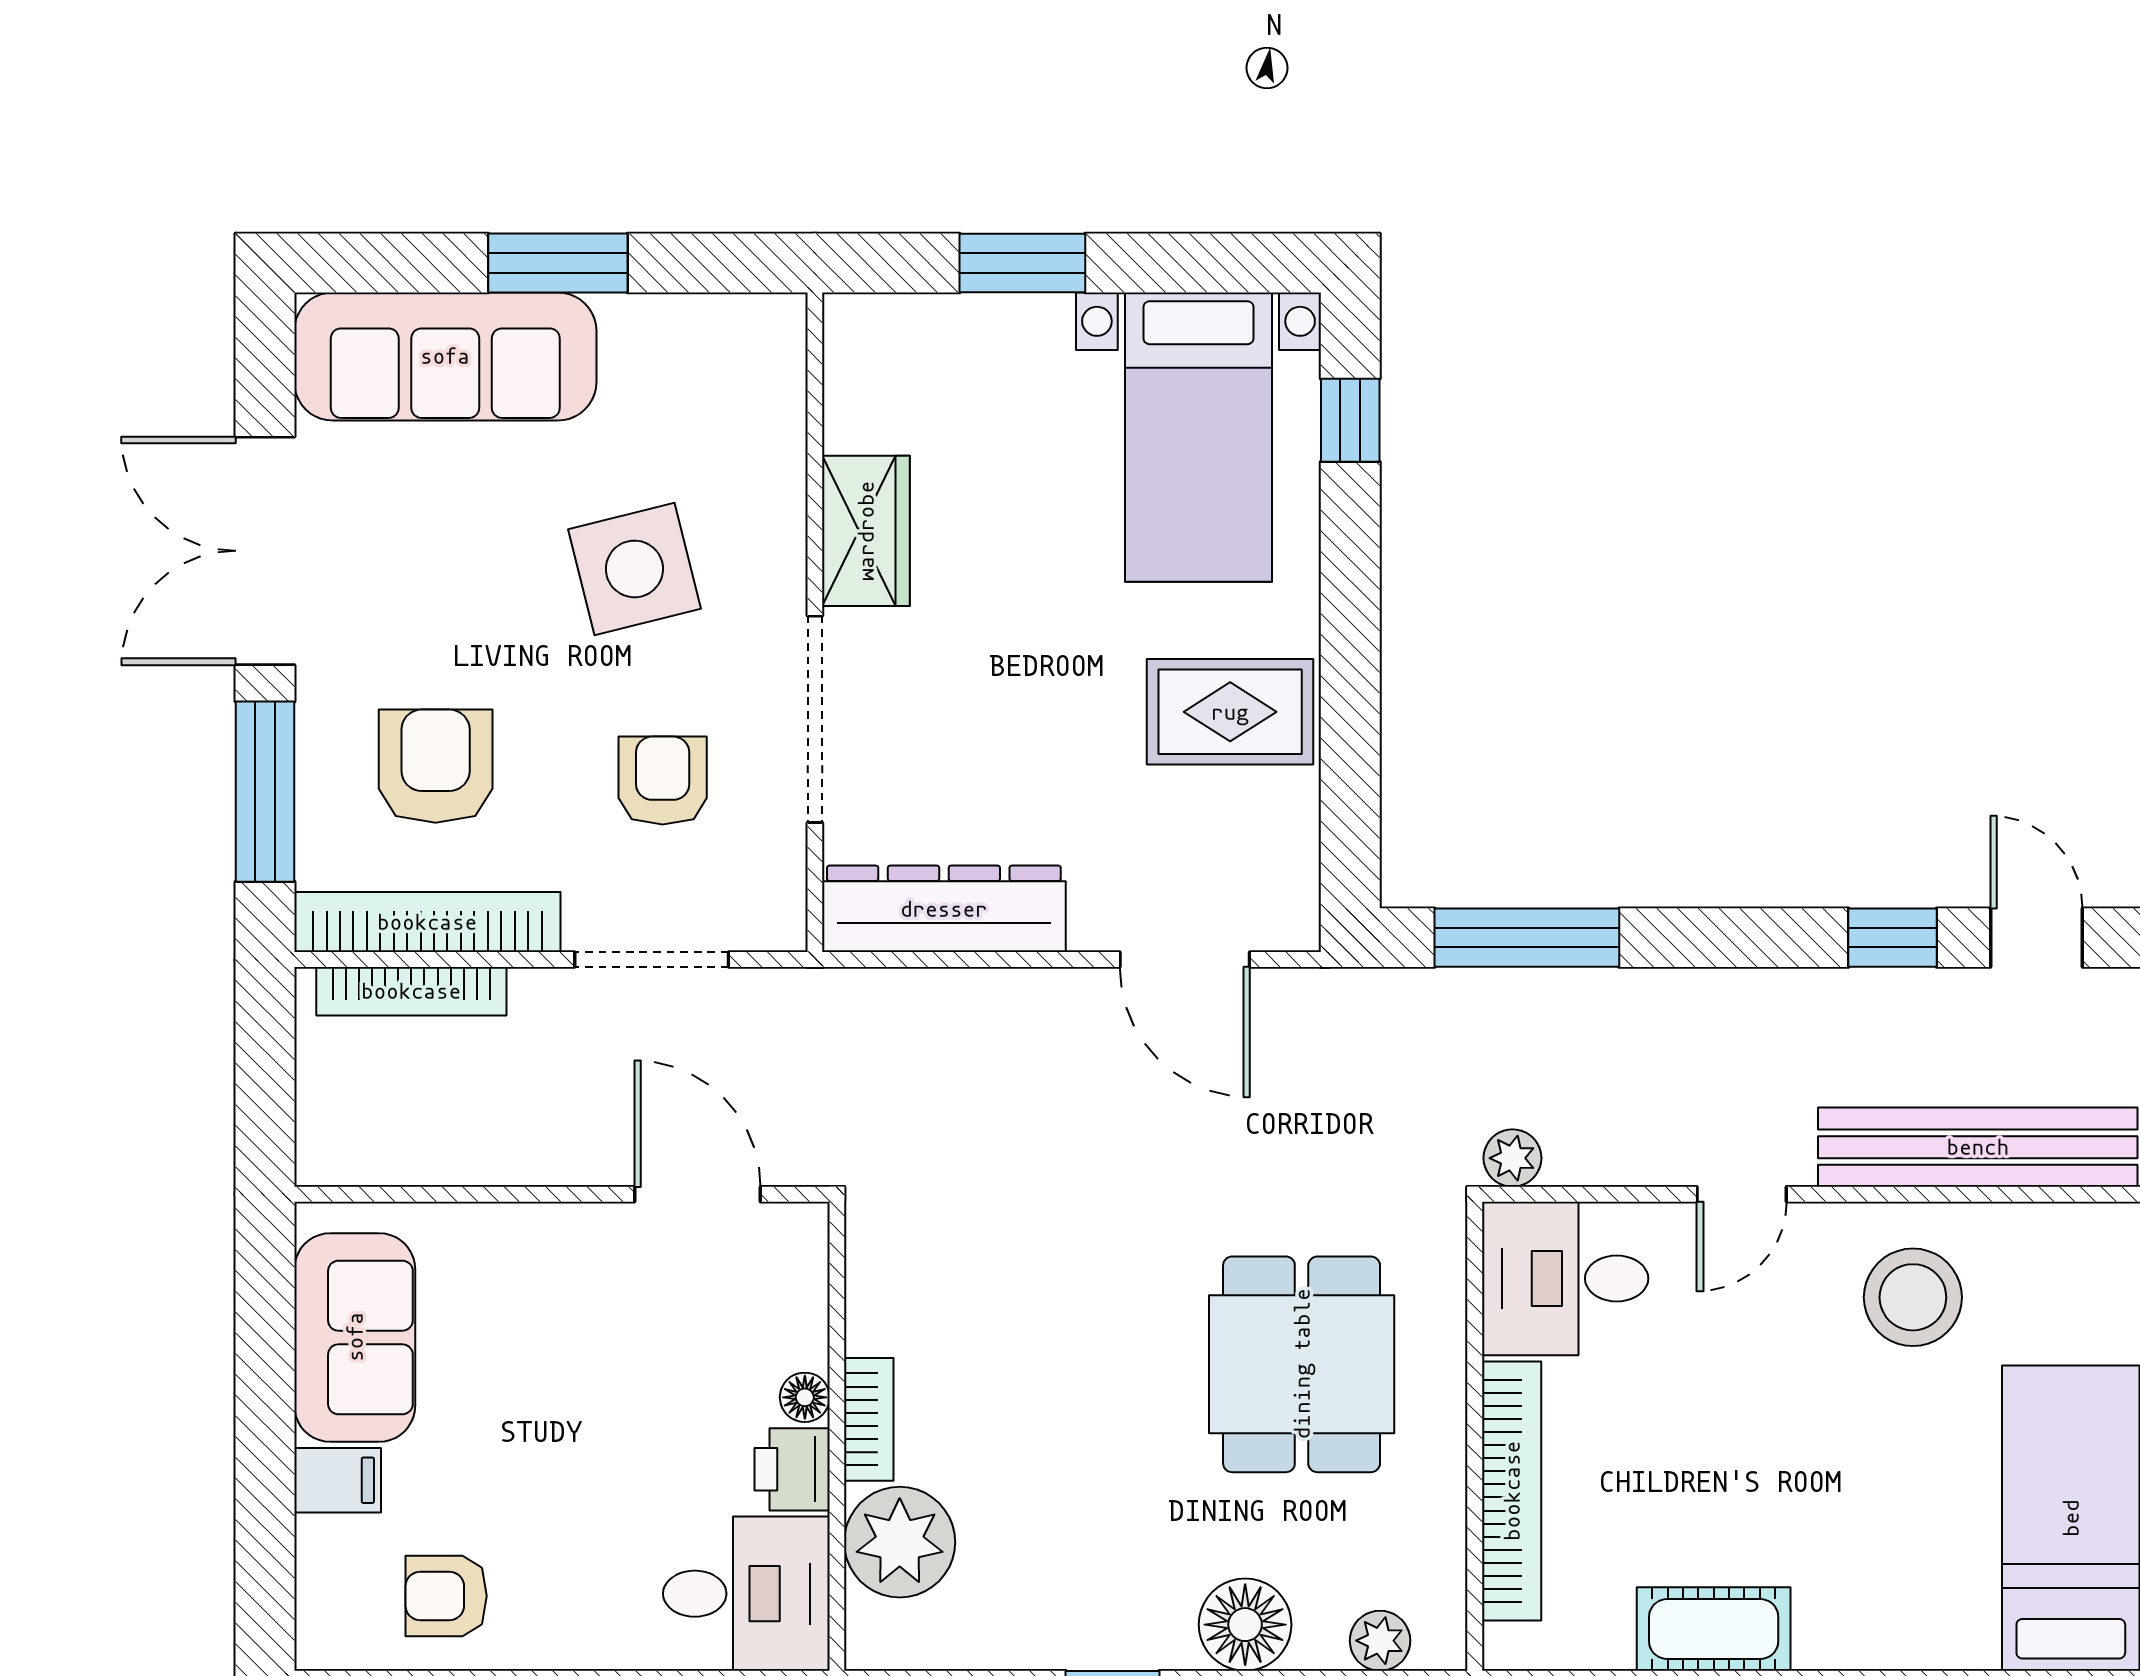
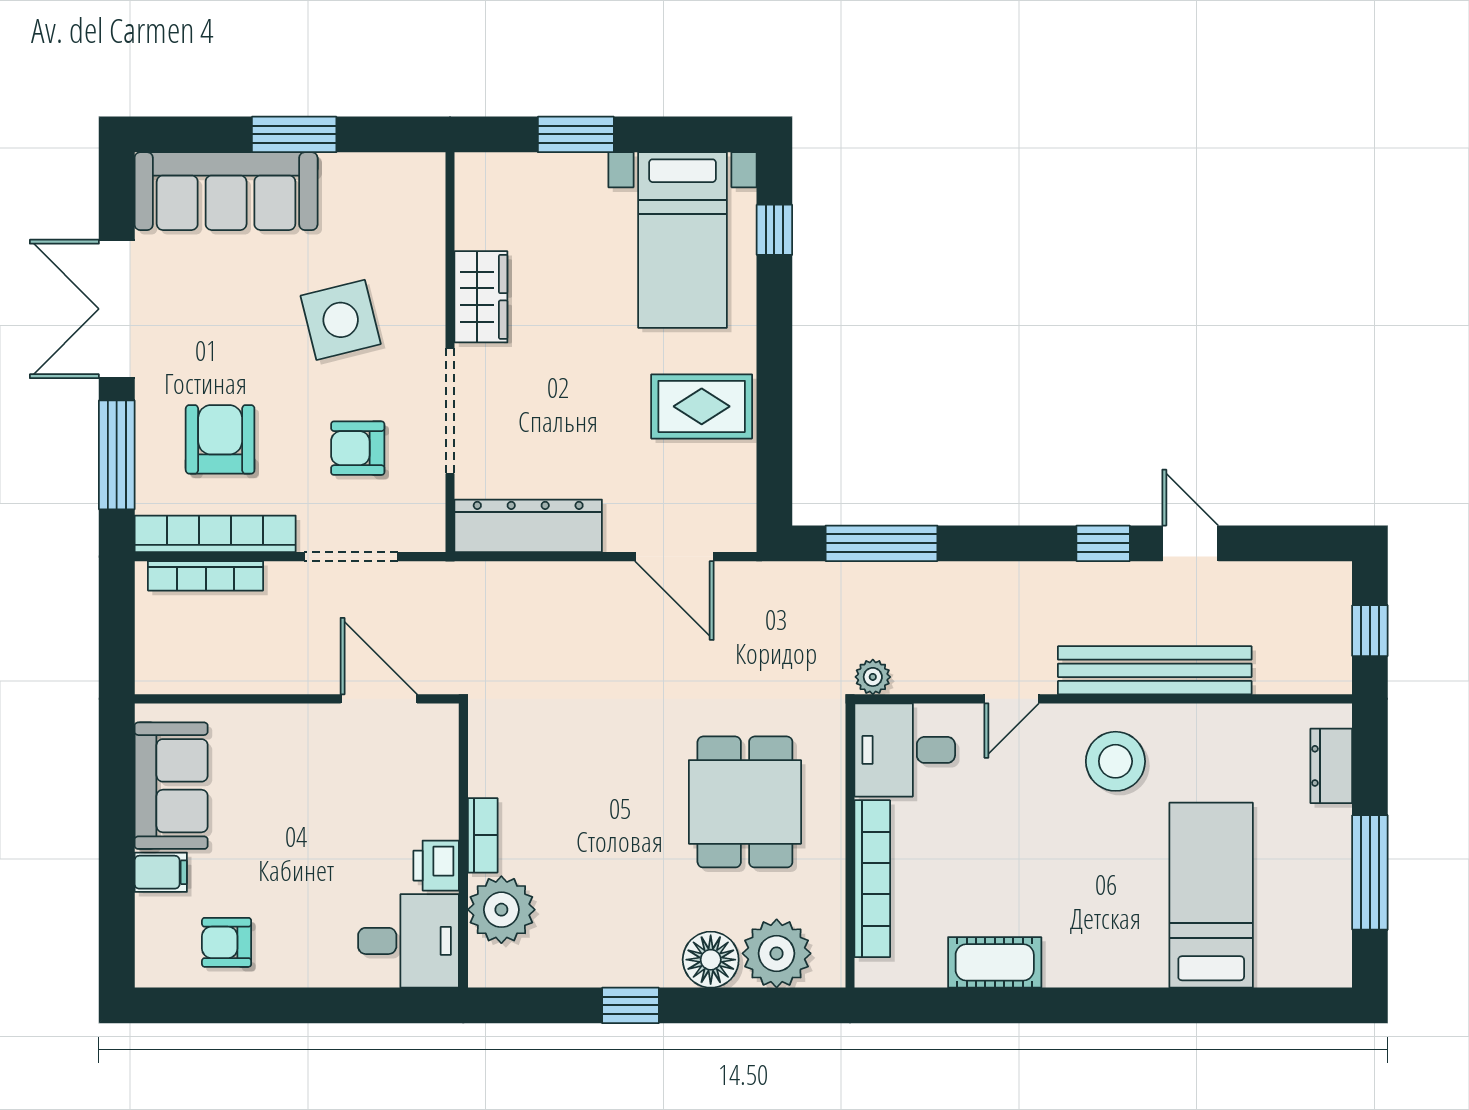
armchair: (663, 781) -> (358, 448), turned -90
floor lamp: (805, 1397) -> (444, 822), removed
plant: (1380, 1641) -> (777, 953), width x1.88, depth x1.88

